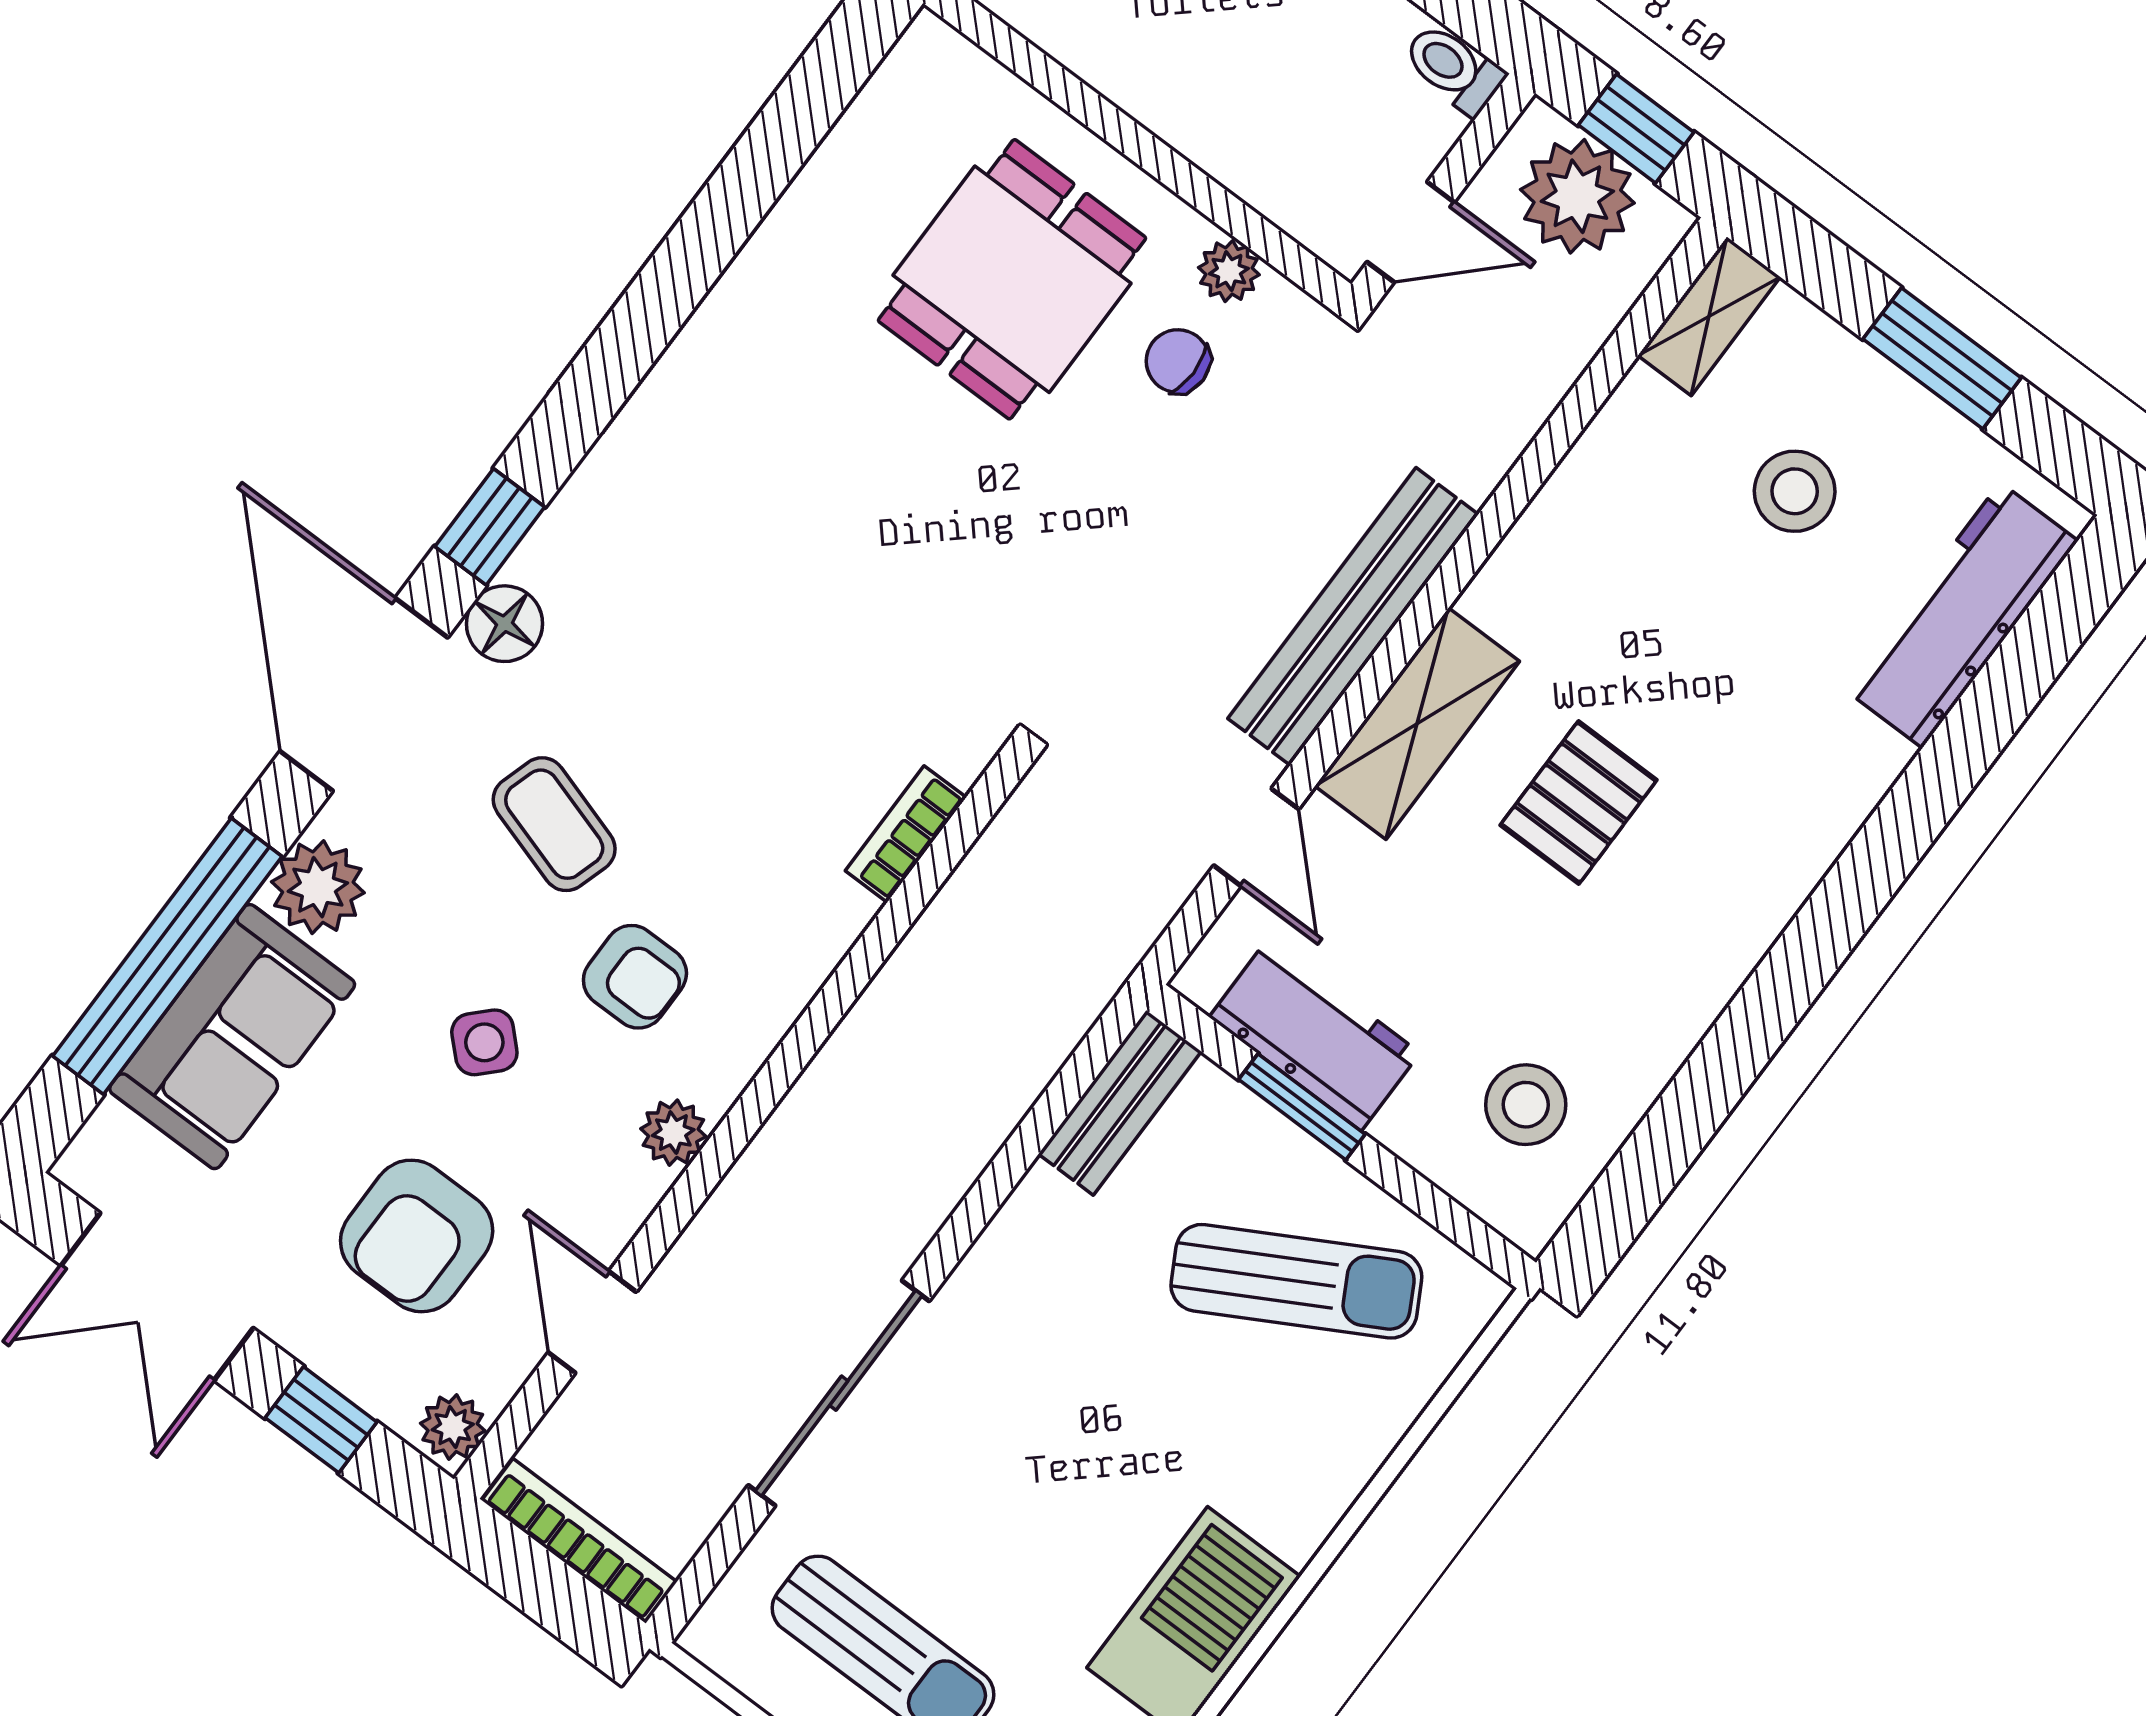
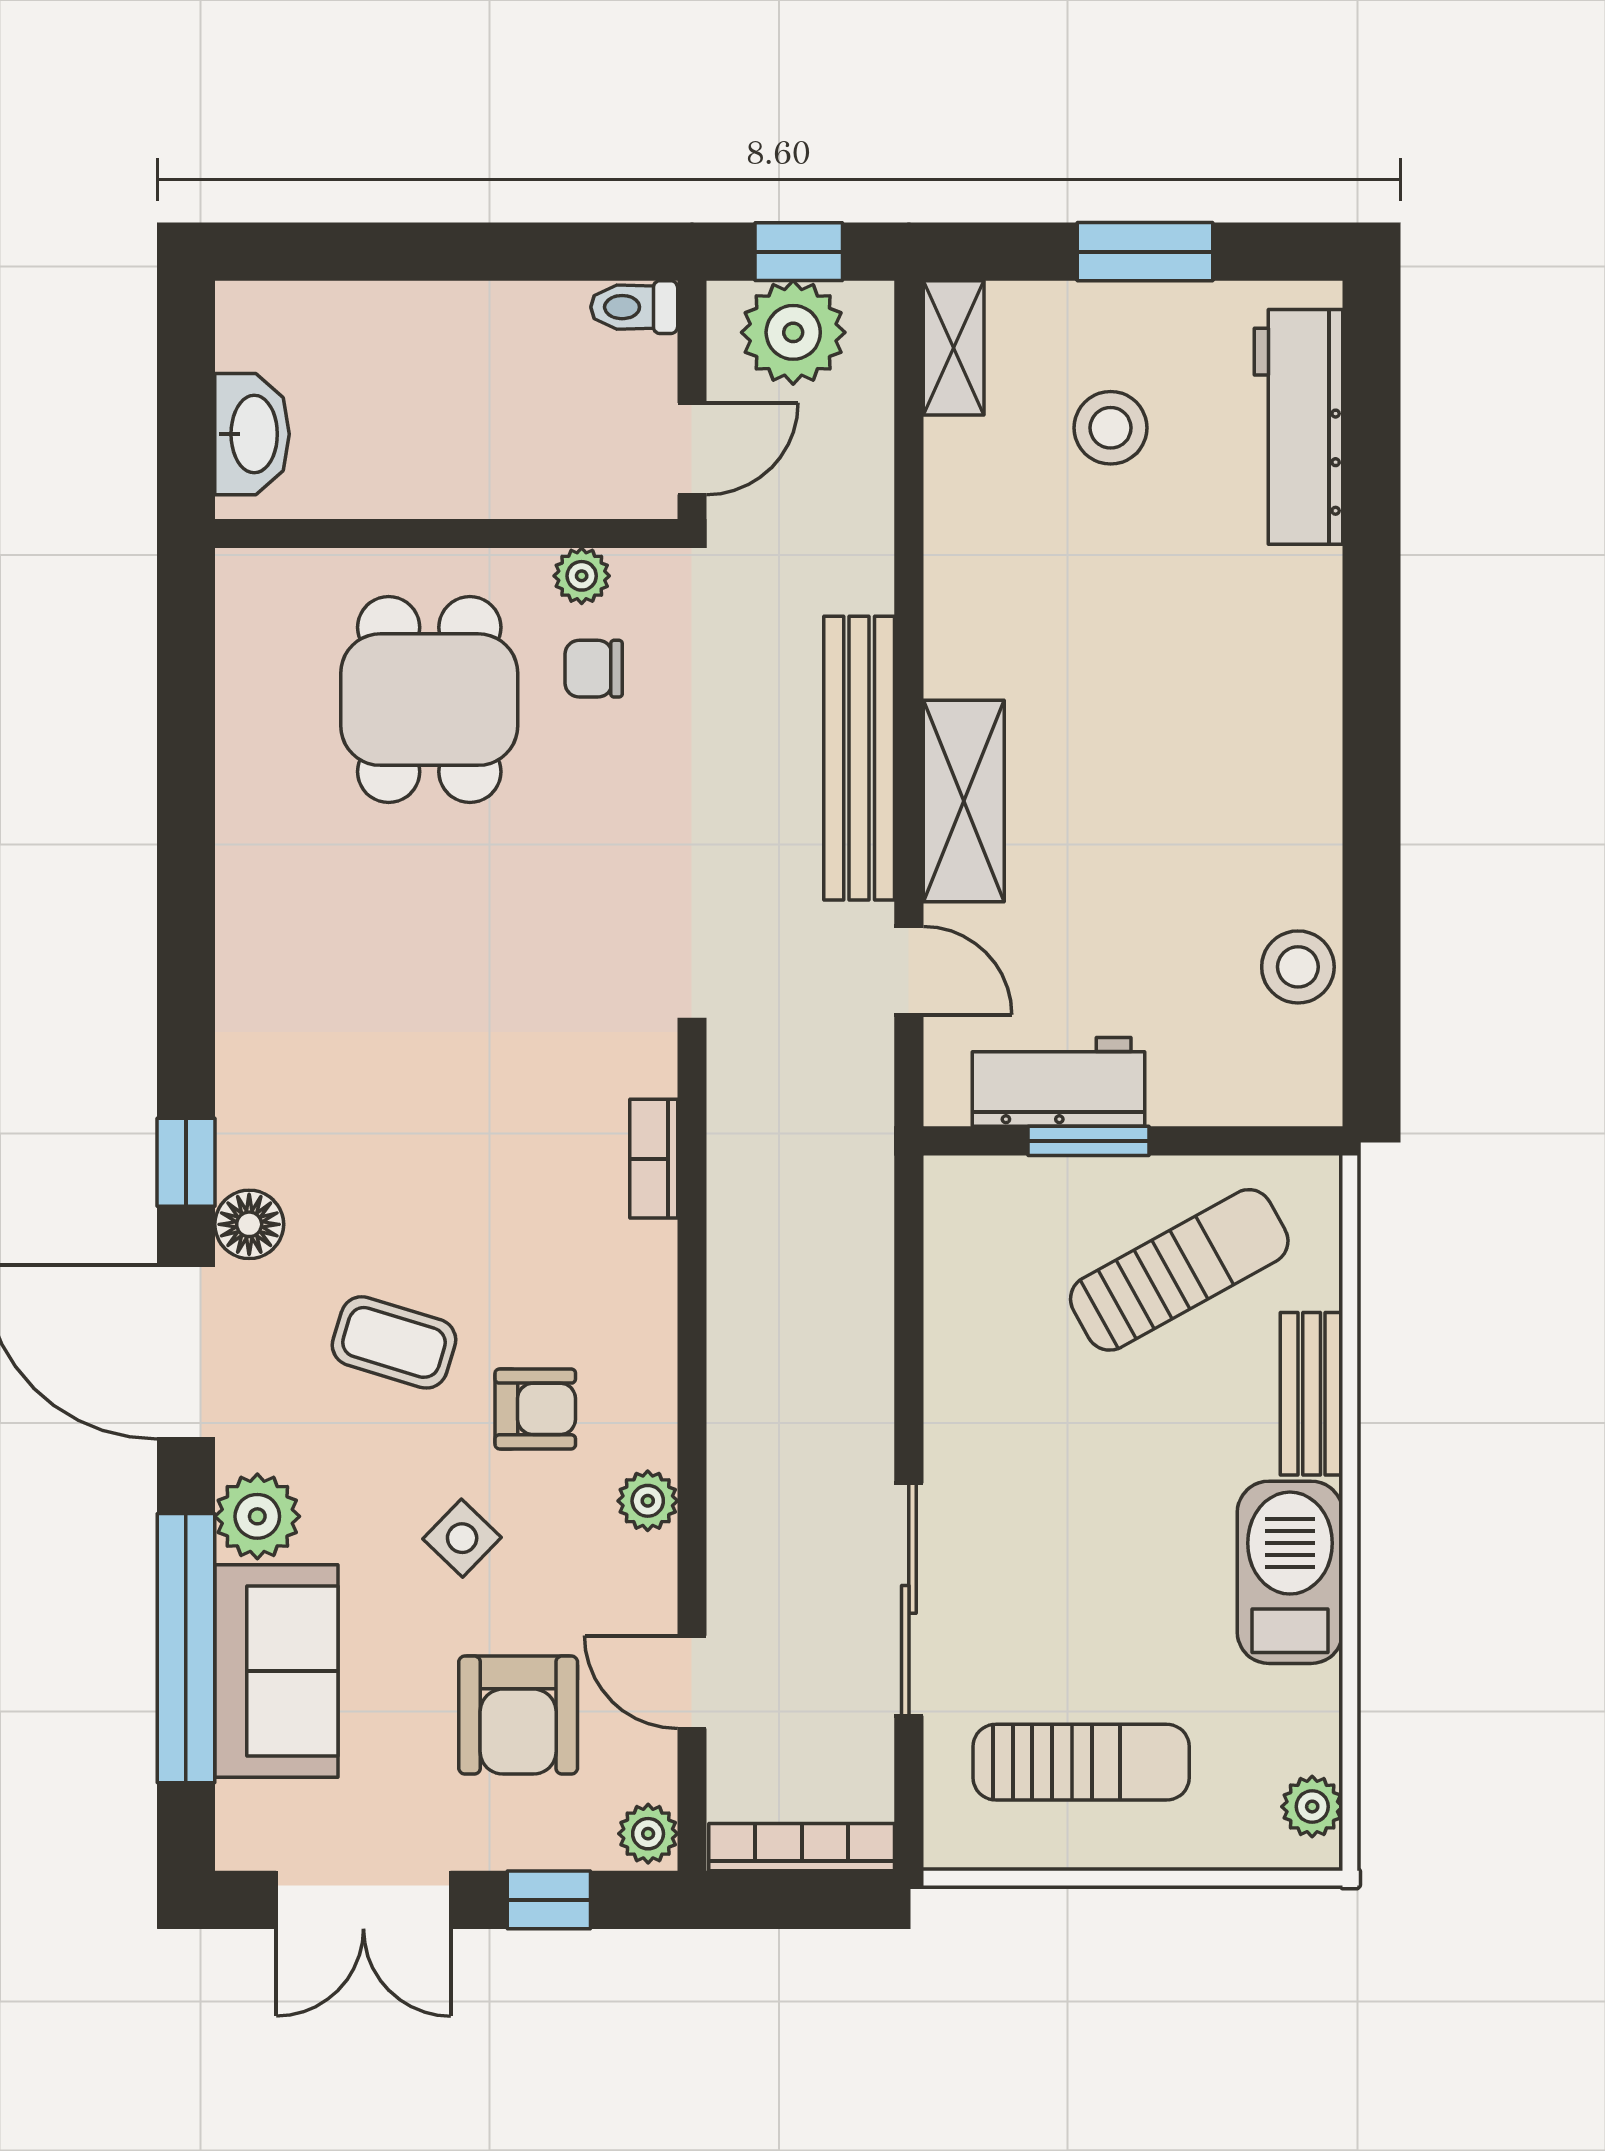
pallet: (1579, 803) -> (1123, 770), removed
bench: (1120, 1103) -> (1312, 1394), moved
stool: (1526, 1105) -> (1298, 967), moved

